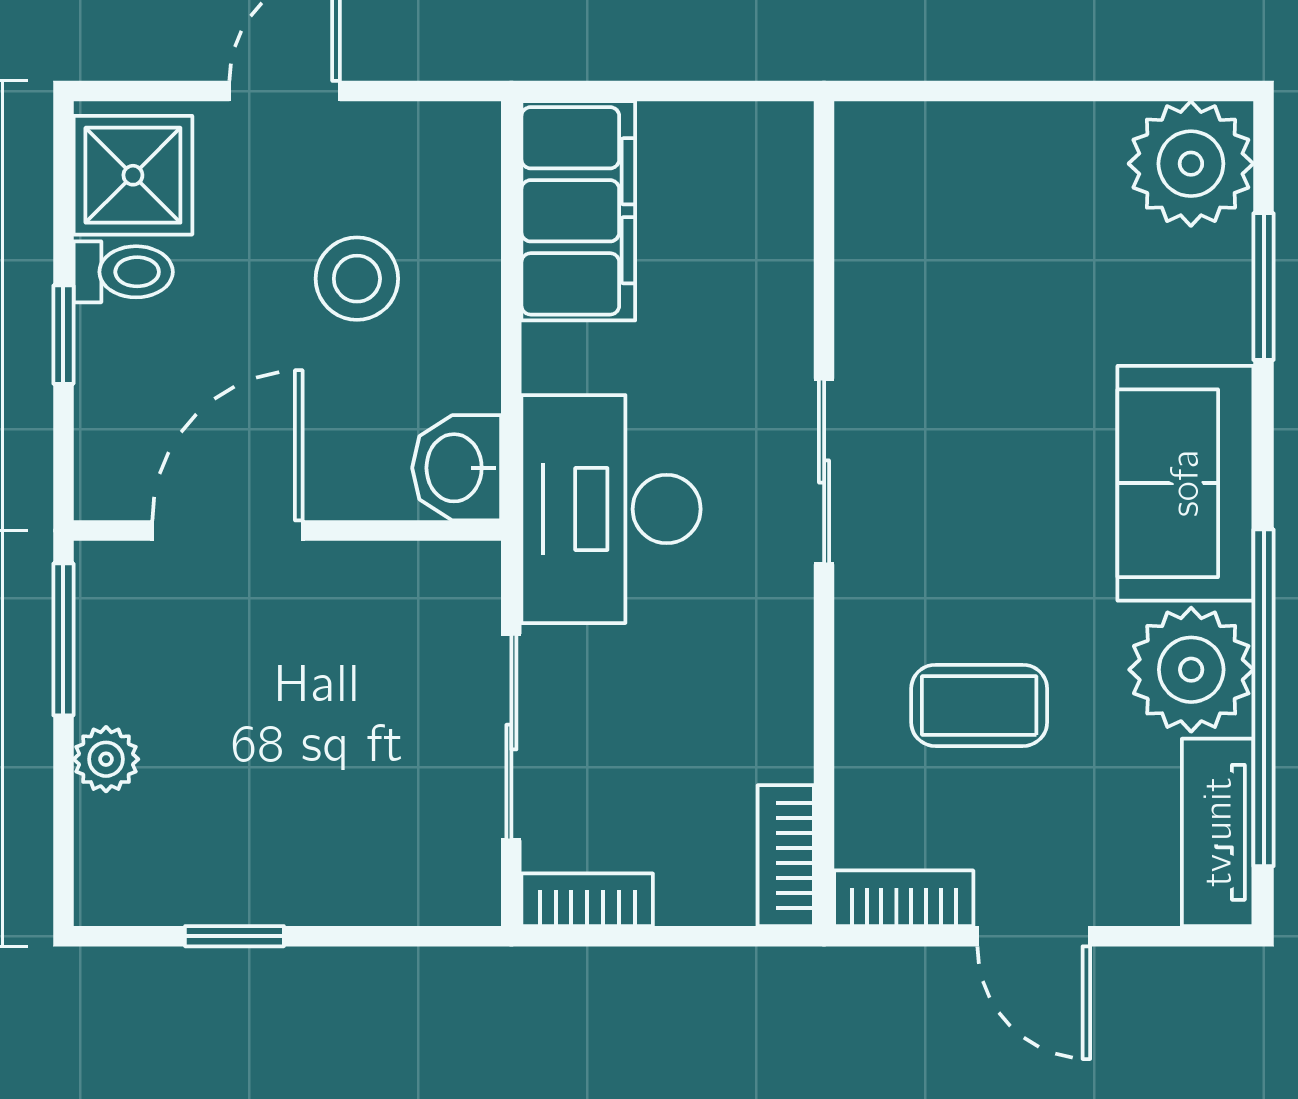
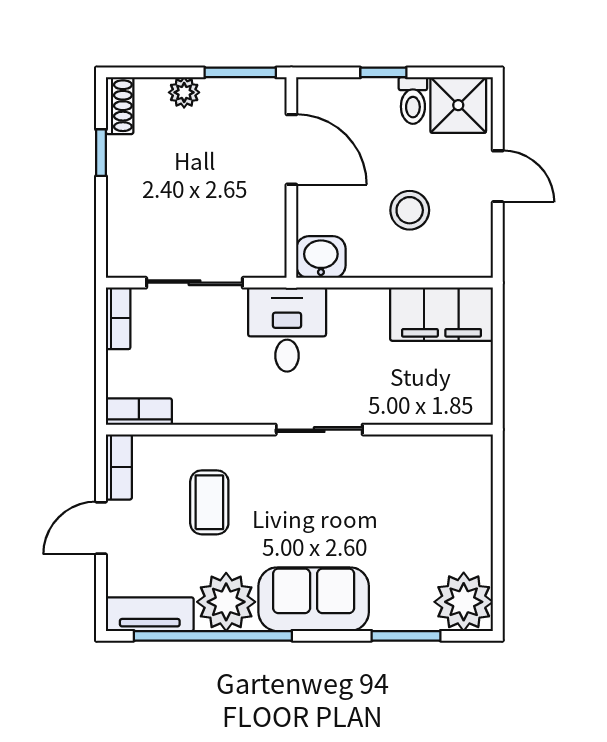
desk: (611, 509) -> (287, 330), width x0.73
shoe rack: (134, 897) -> (120, 106), added

